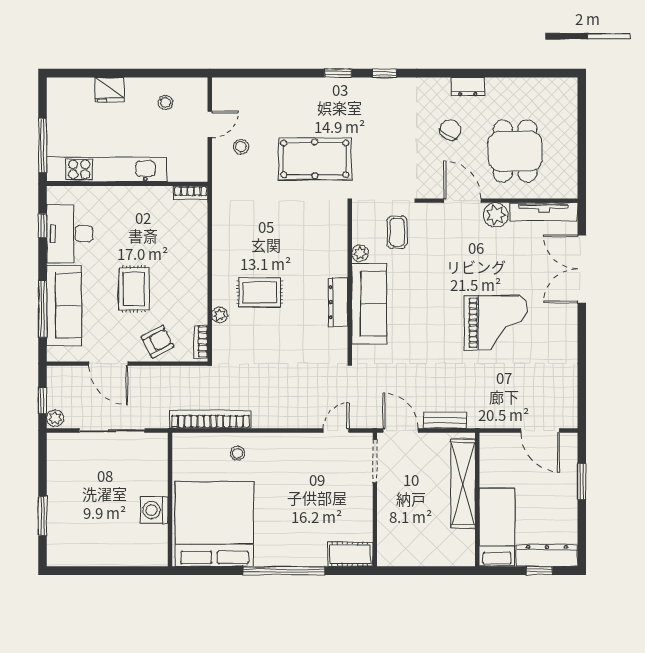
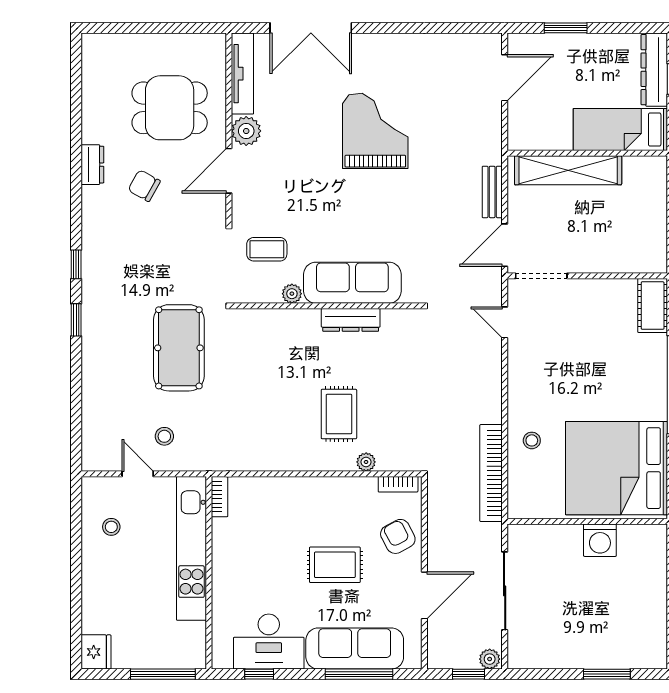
fridge: (109, 90) -> (96, 652), moved
kitchen unit: (107, 169) -> (191, 548), moved

